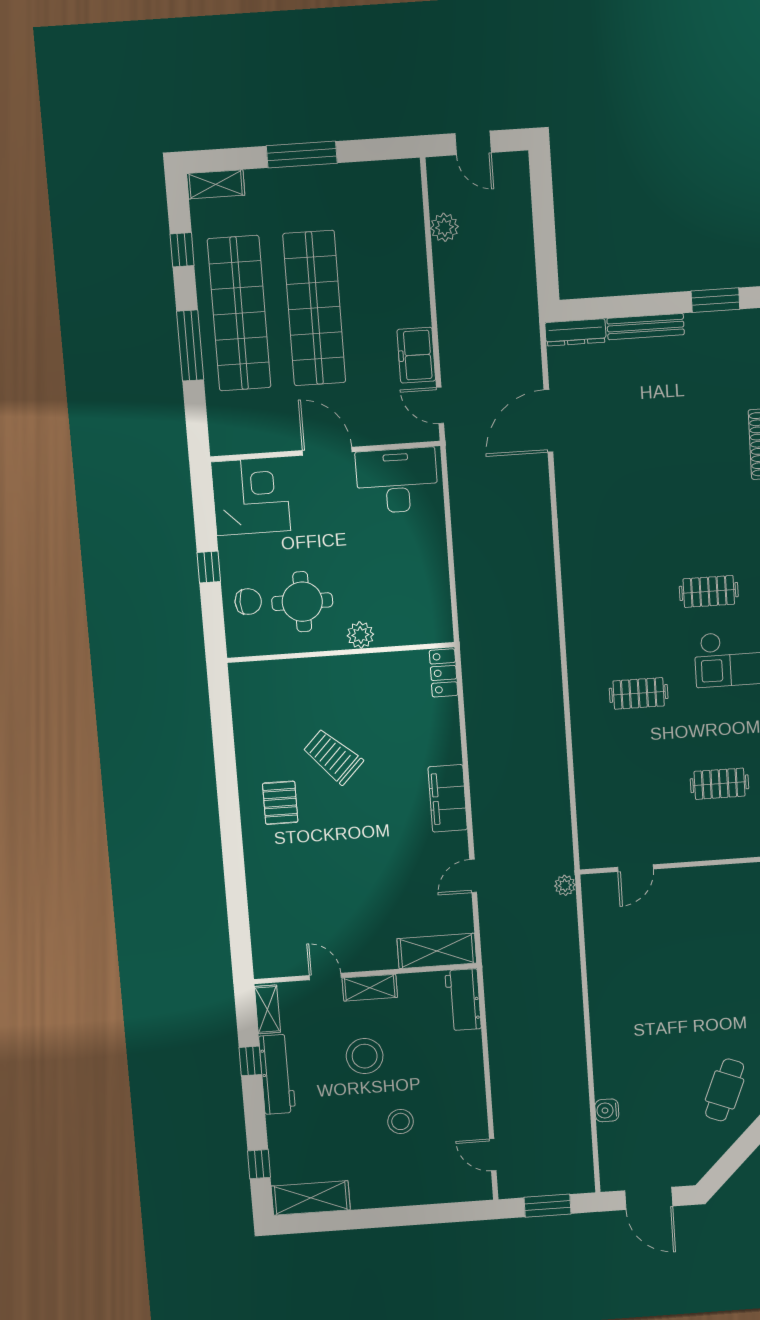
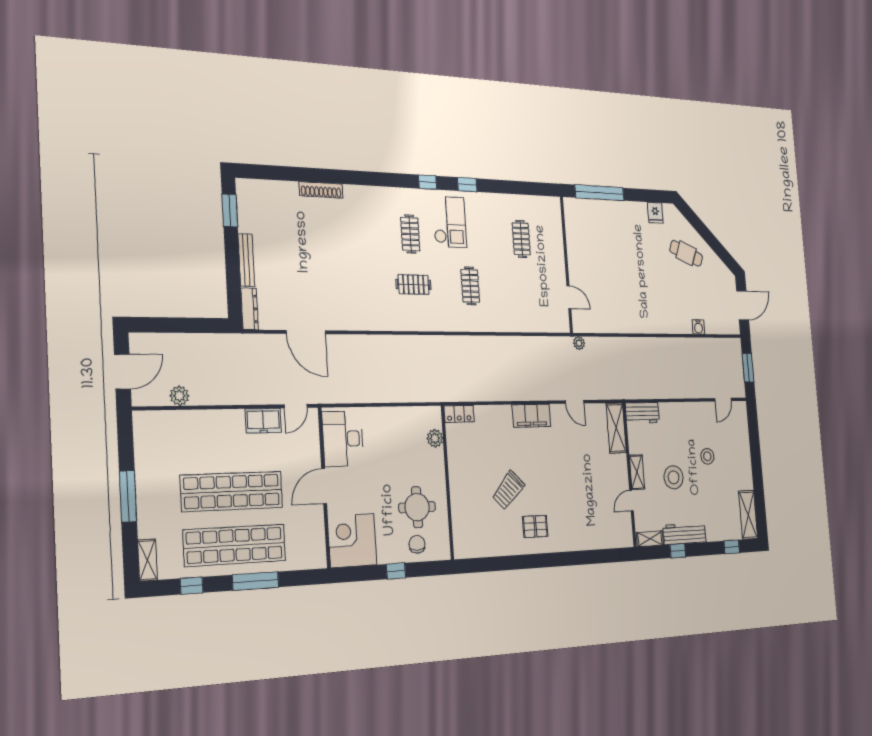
door: (473, 143) -> (122, 372), width x1.38
clothes rail: (633, 597) -> (414, 285), added
plant: (360, 635) -> (435, 438), moved

